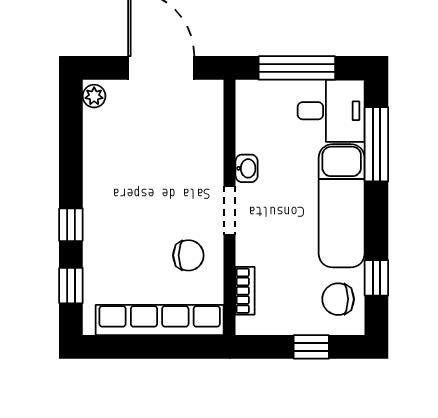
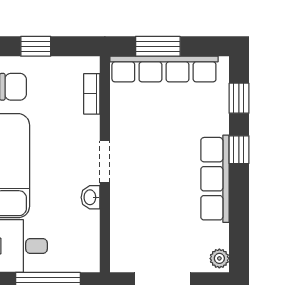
row of seats: (99, 190) -> (215, 179), added
chair: (188, 255) -> (140, 124), removed
window: (167, 347) -> (158, 46), added

